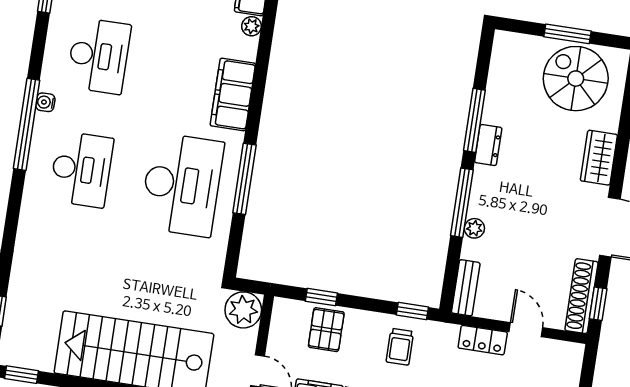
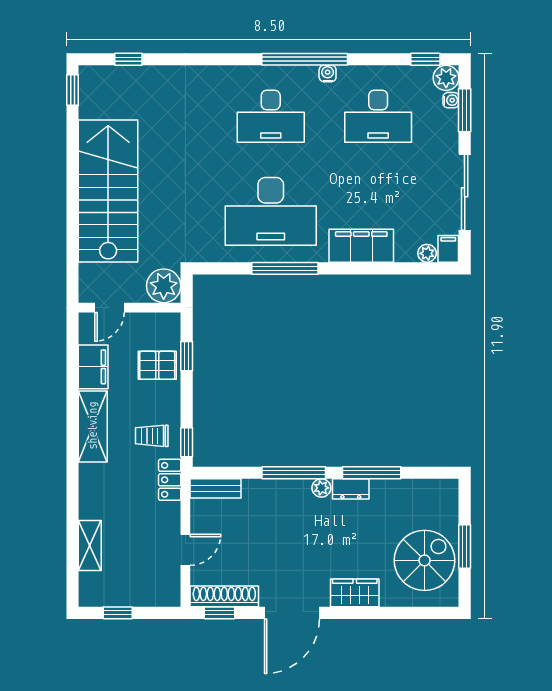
plant: (474, 228) -> (321, 488), moved
locker: (483, 340) -> (170, 480), moved

